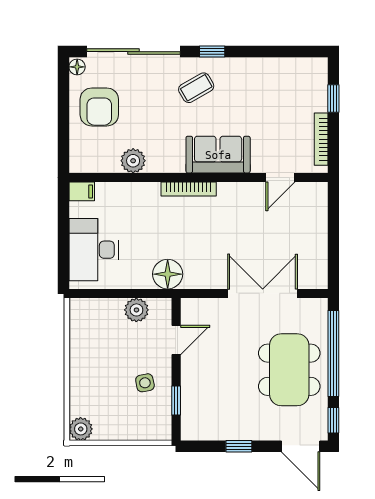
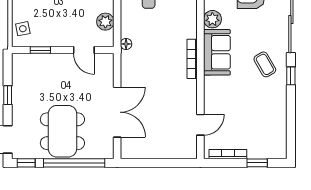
sofa: (218, 155) -> (217, 52), moved
door: (280, 178) -> (200, 125), swing flipped
floor lamp: (168, 274) -> (126, 44), width x0.53, depth x0.53
dining table: (289, 370) -> (62, 131), turned 90
side table: (145, 383) -> (23, 29), moved

